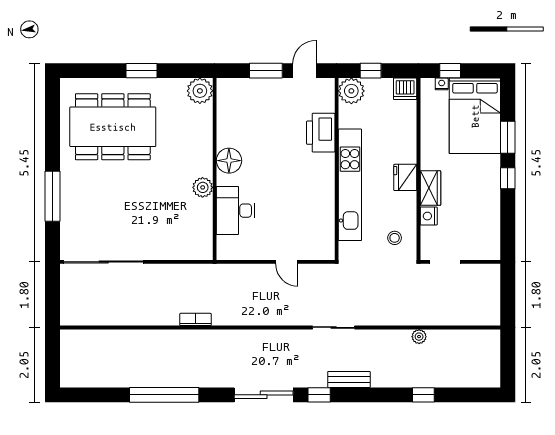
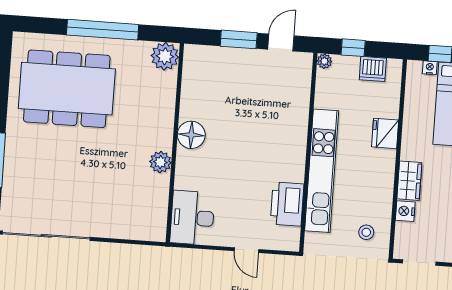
window: (141, 71) -> (103, 30), width x2.11
dishwasher: (405, 89) -> (373, 69), moved
plant: (351, 91) -> (324, 61), width x0.53, depth x0.53
printer: (321, 133) -> (287, 204), moved
fridge: (405, 177) -> (385, 133), moved
desk: (235, 211) -> (192, 218), moved

